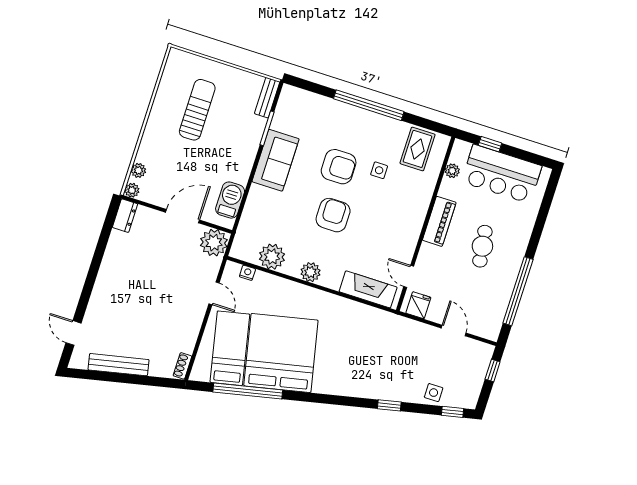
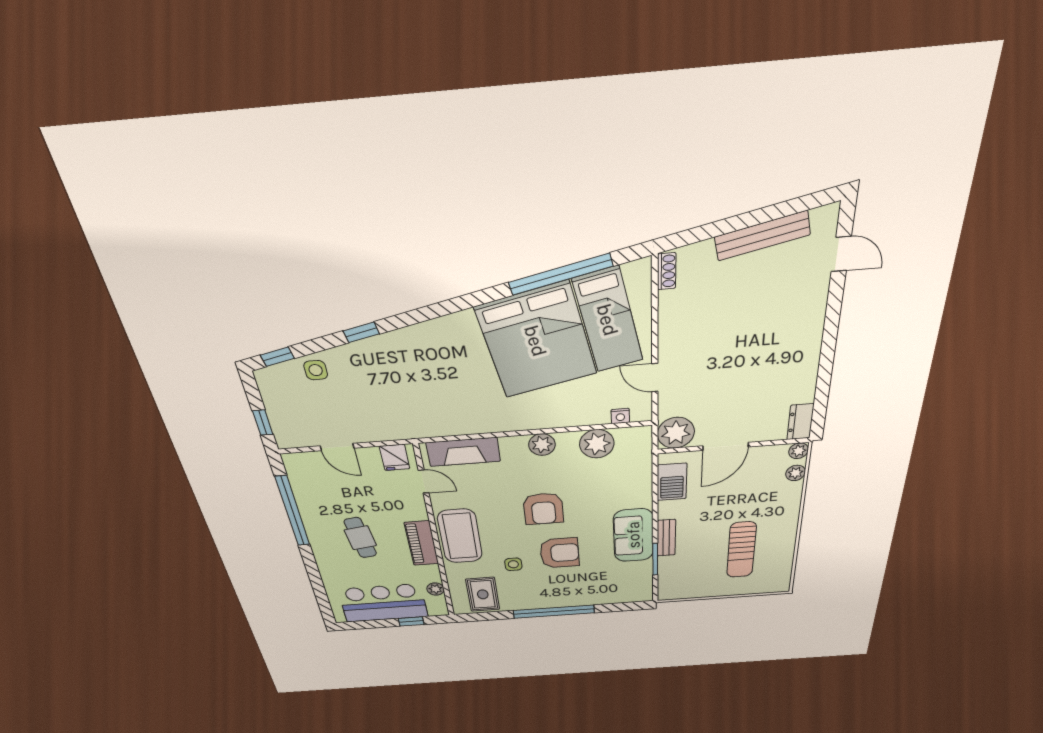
bench: (267, 98) -> (666, 538), moved
armchair: (339, 167) -> (560, 553), turned 180
coffee table: (407, 216) -> (460, 536), added

